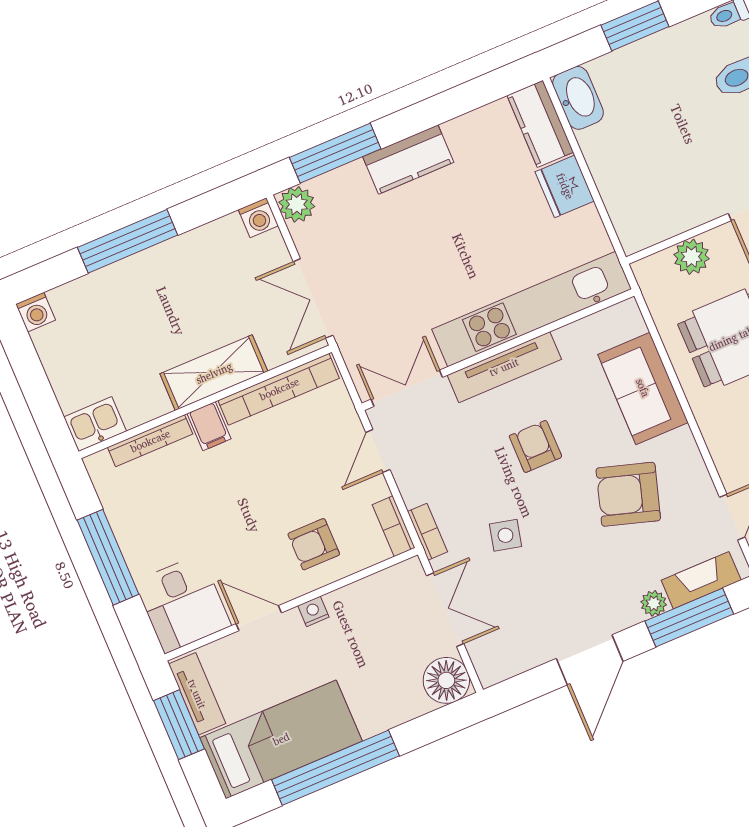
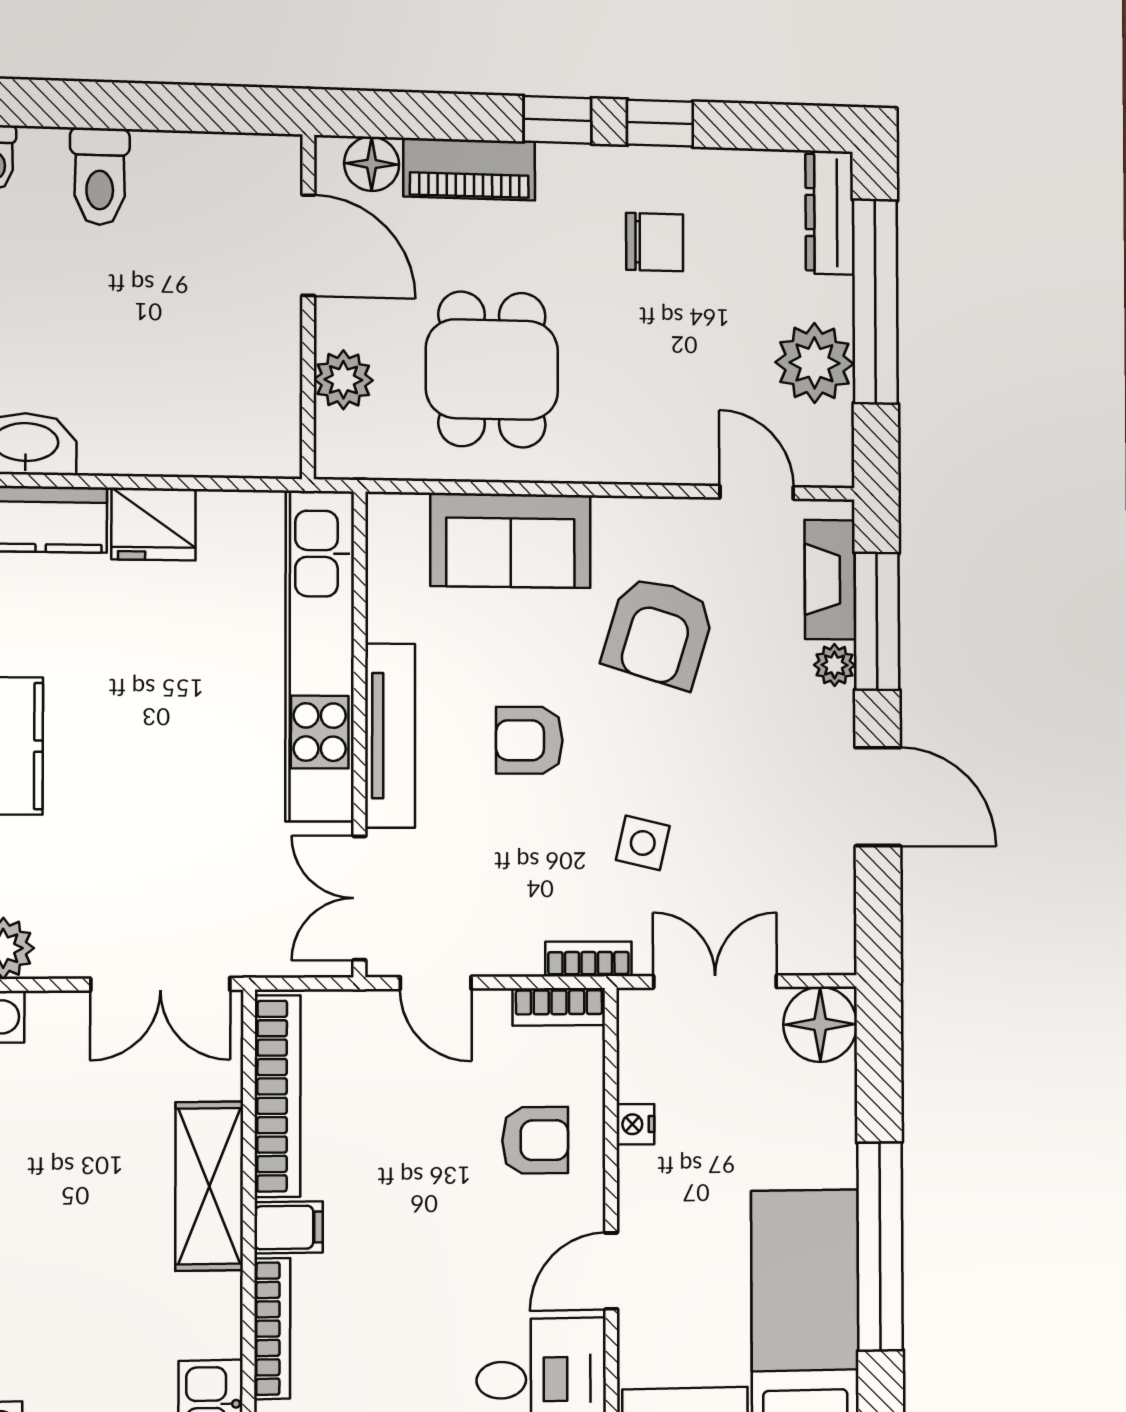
armchair: (314, 544) -> (535, 1140), turned -90
nightstand: (313, 611) -> (635, 1124), moved

